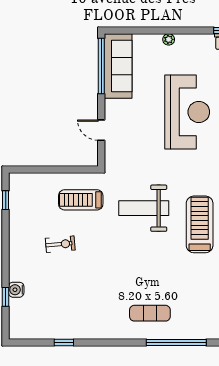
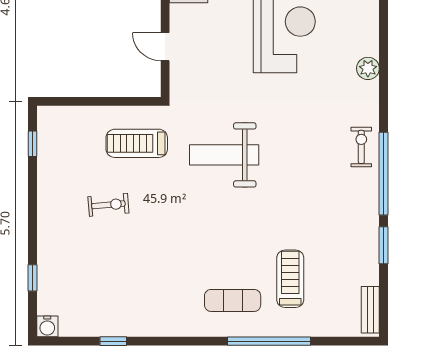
treadmill: (200, 224) -> (290, 279), moved, width x0.73, depth x0.73
water cooler: (16, 290) -> (47, 326), moved, turned -90

